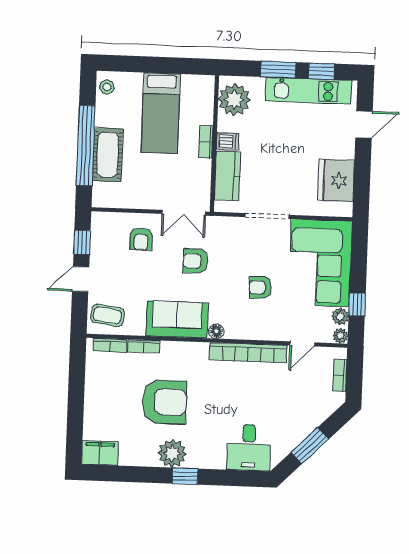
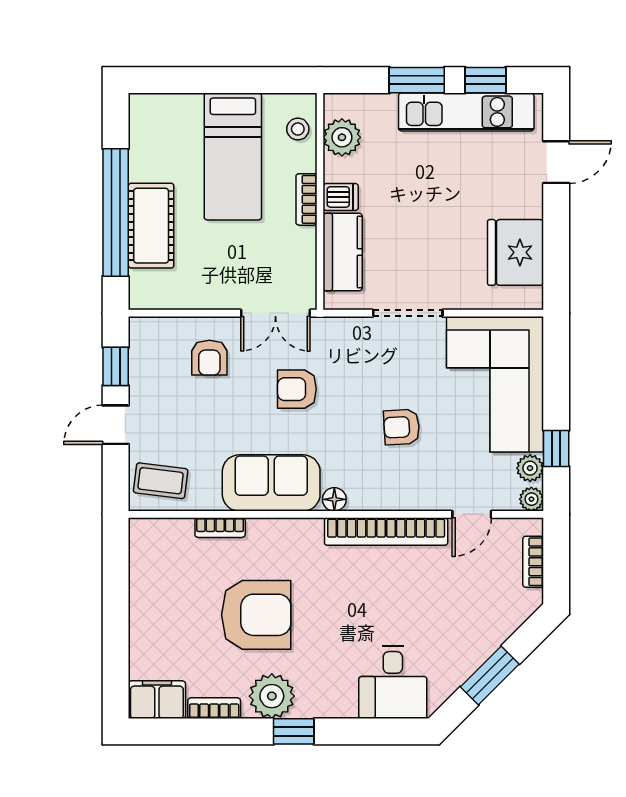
stool: (107, 87) -> (298, 129), moved
plant: (234, 100) -> (342, 137), width x0.73, depth x0.73
bookcase: (110, 345) -> (214, 708), moved, turned 180

